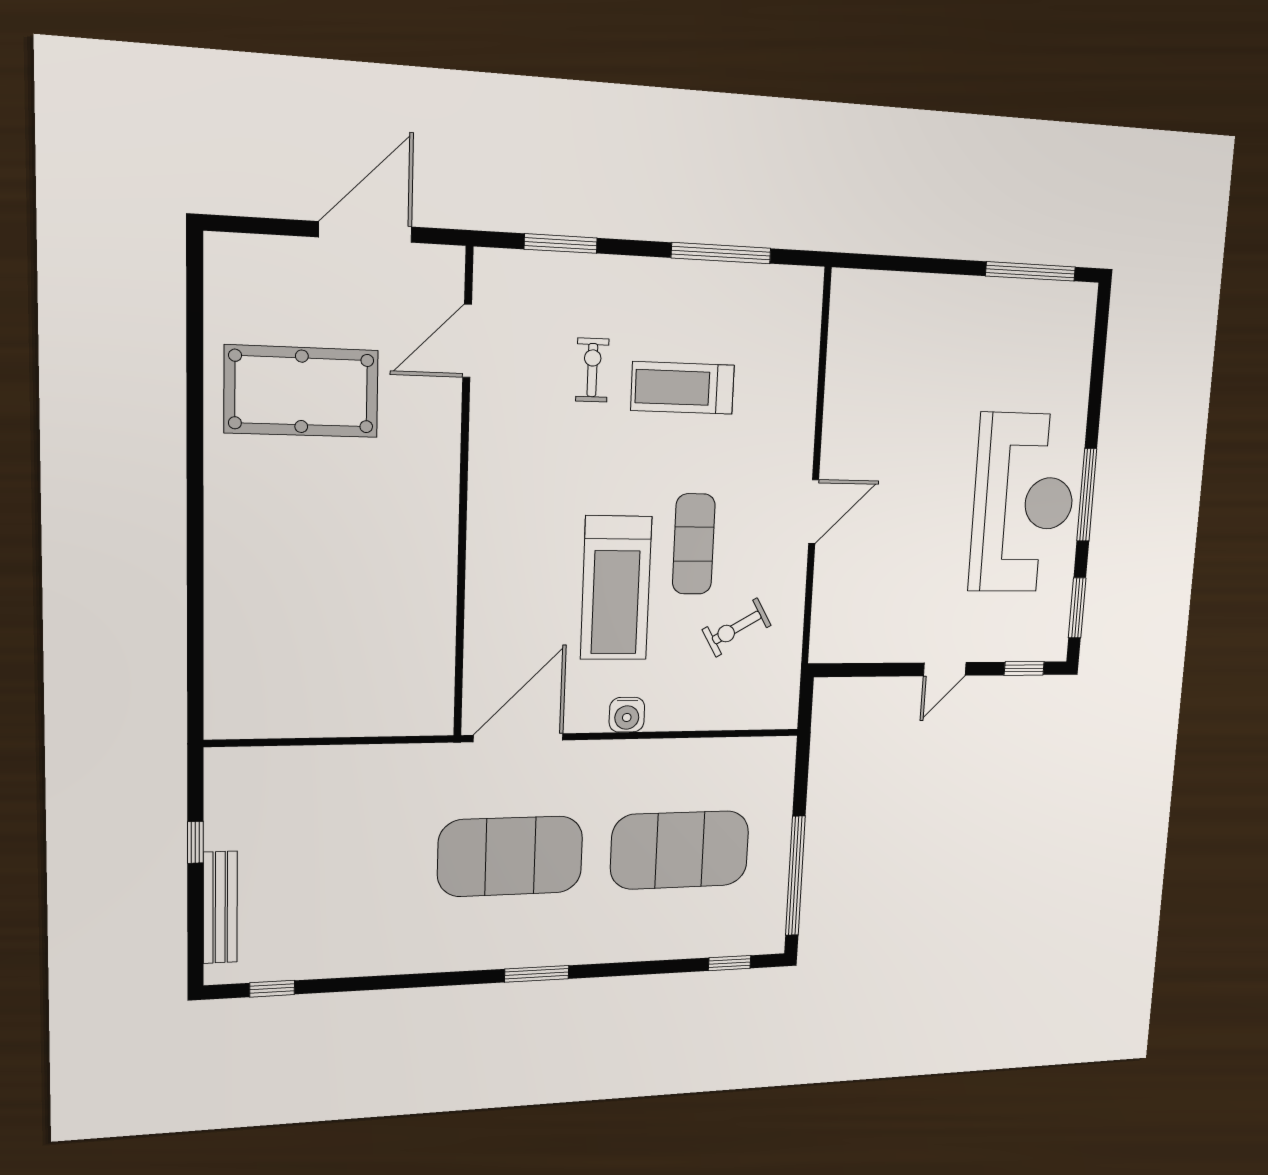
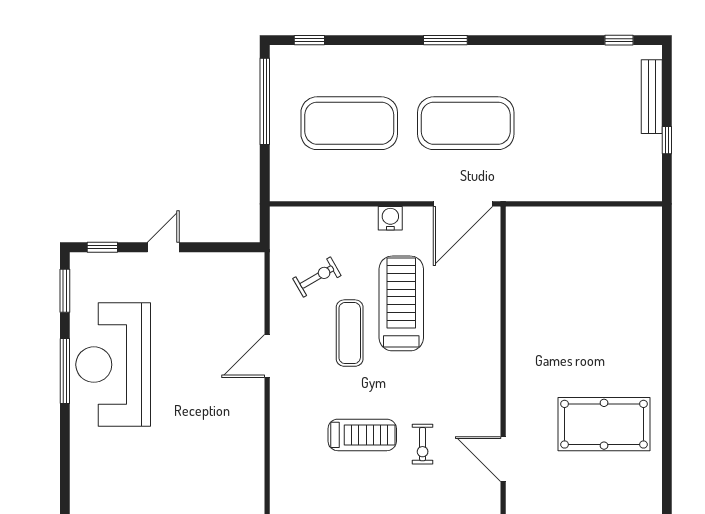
door: (467, 341) -> (503, 459), swing flipped

